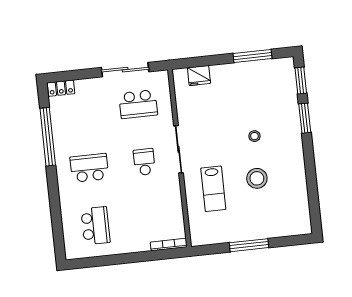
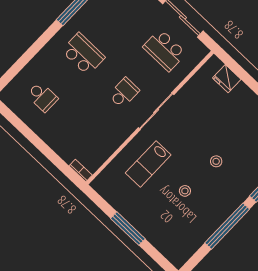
window: (310, 169) -> (227, 226), added
stool: (257, 178) -> (185, 191), width x0.53, depth x0.53
school desk: (95, 226) -> (42, 97), width x0.54
bookcase: (169, 245) -> (81, 170), width x0.64

